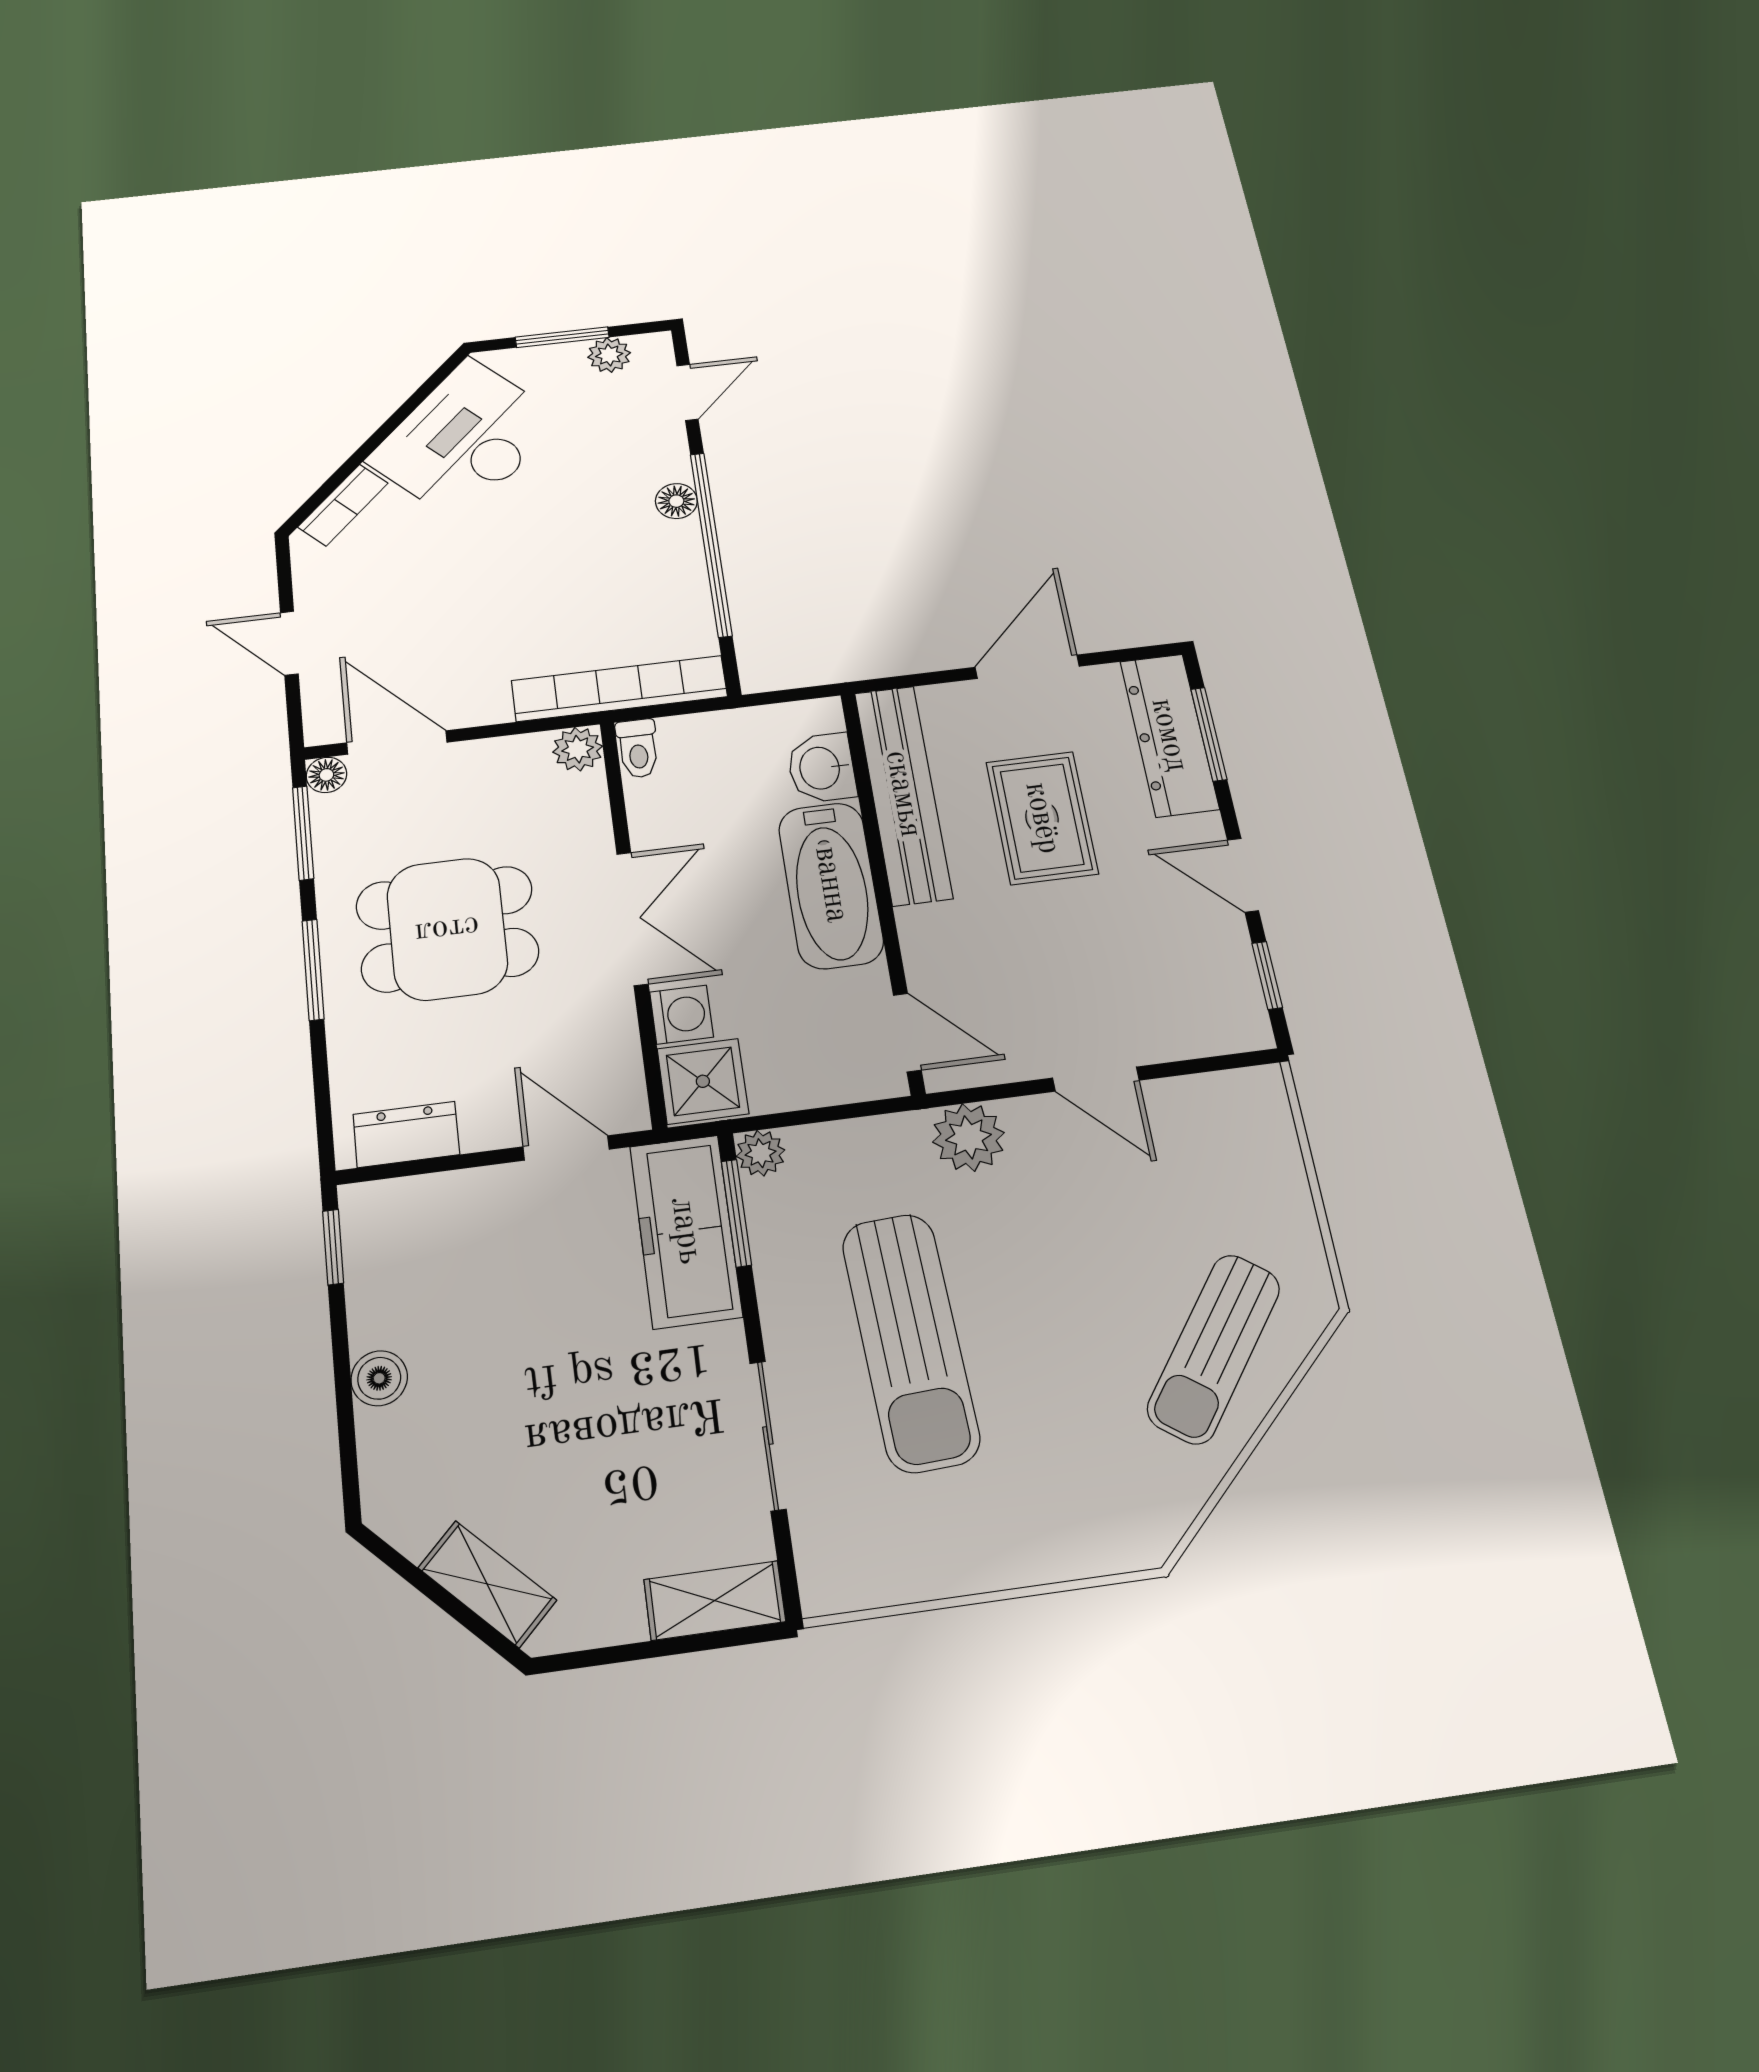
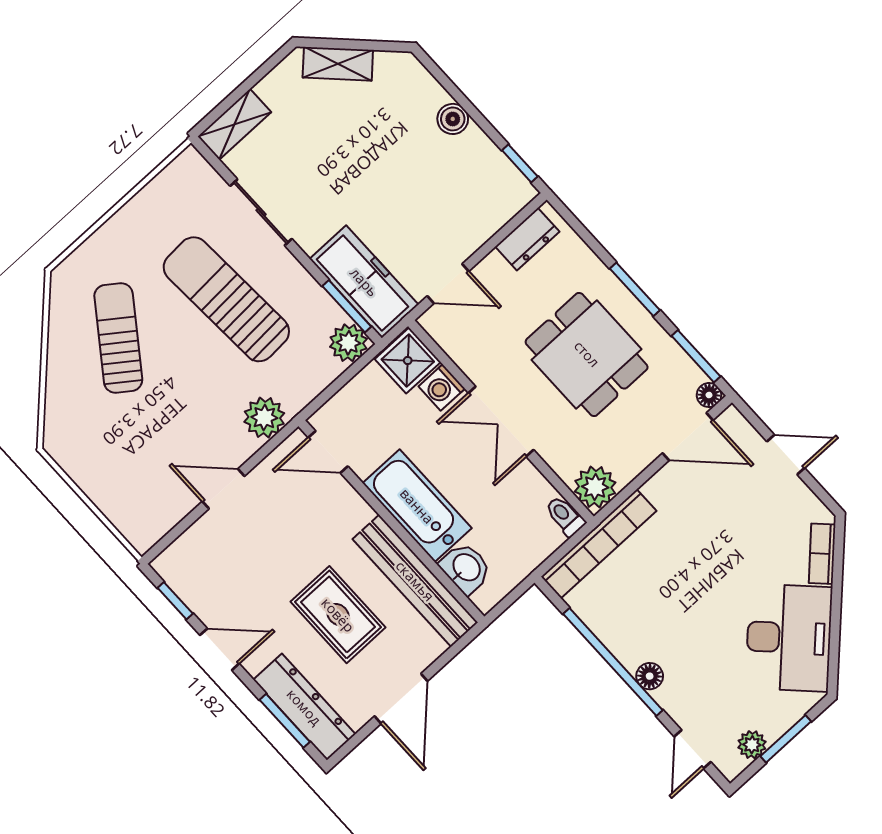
plant: (578, 749) -> (595, 487), width x1.38, depth x1.38
dining table: (447, 929) -> (587, 354), turned 90
plant: (761, 1153) -> (348, 343), width x1.38, depth x1.38
sun lounger: (1214, 1348) -> (118, 338), moved

